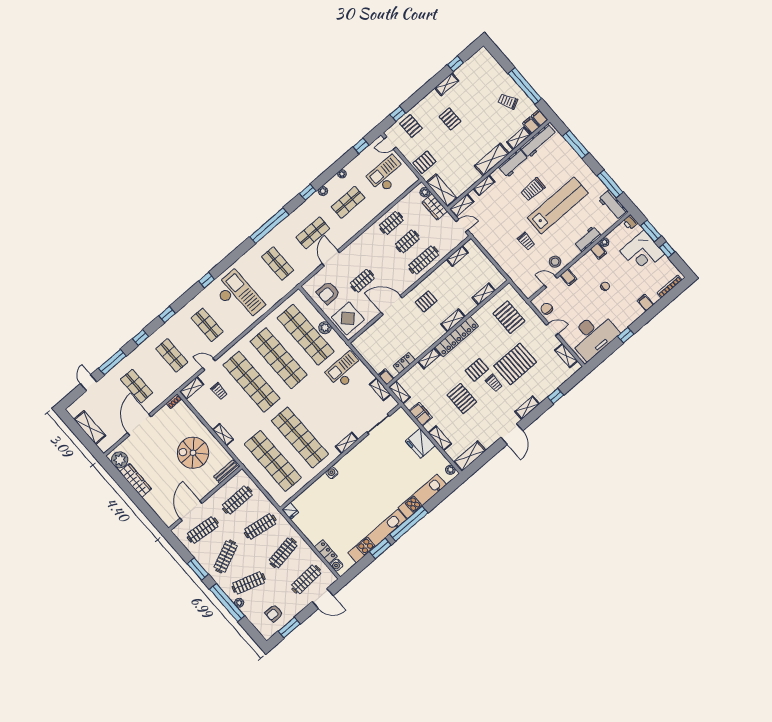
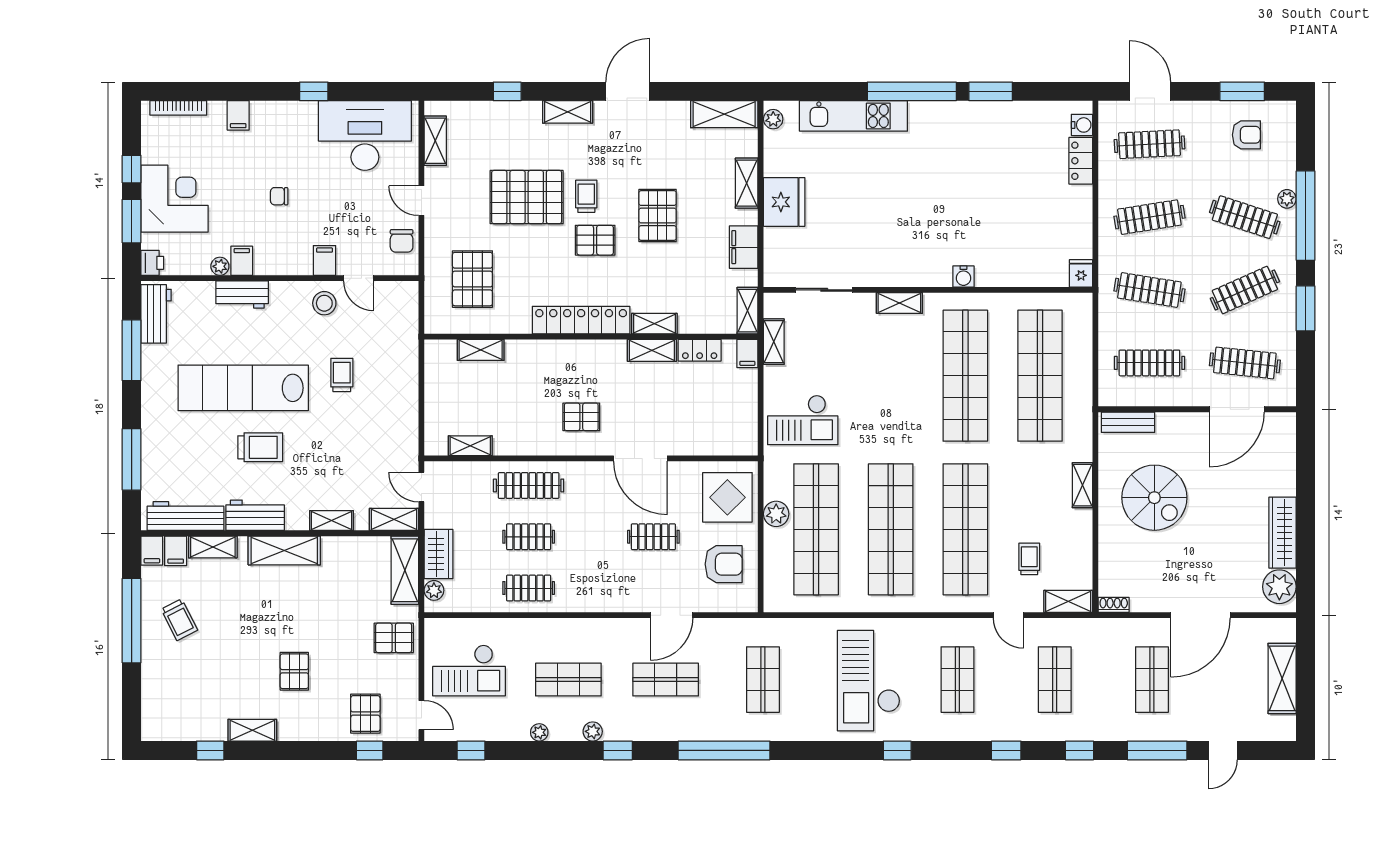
shelving: (453, 320) -> (652, 350), moved
kitchen unit: (377, 536) -> (979, 115), removed

